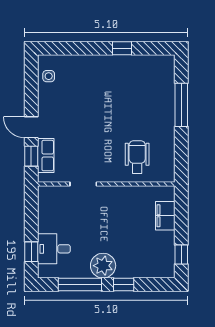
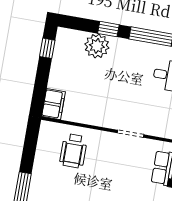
filing cabinet: (165, 216) -> (53, 104), moved
plant: (103, 266) -> (97, 46), moved

